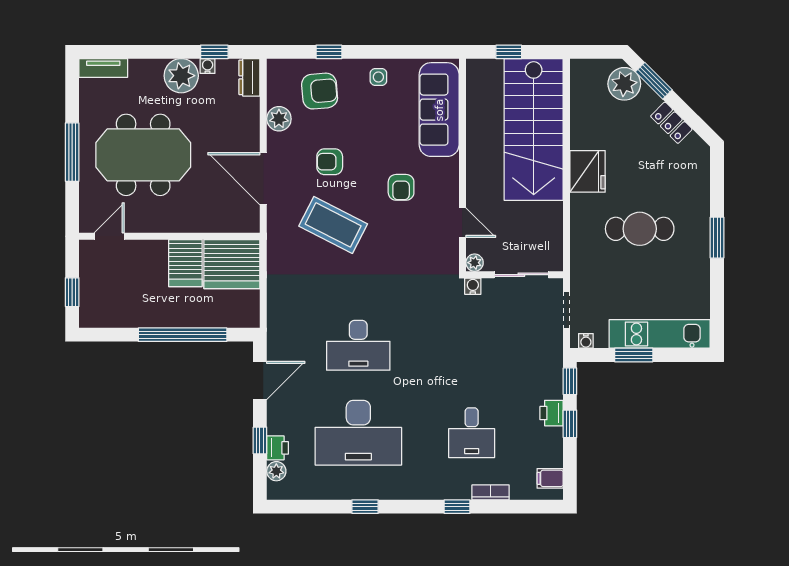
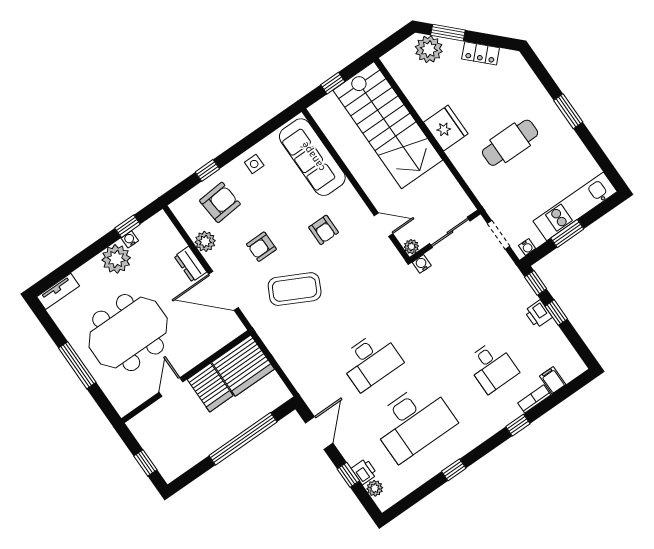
dresser: (249, 77) -> (190, 264), moved
door: (109, 236) -> (171, 387), moved
filing cabinet: (550, 478) -> (553, 380), moved, turned 90

